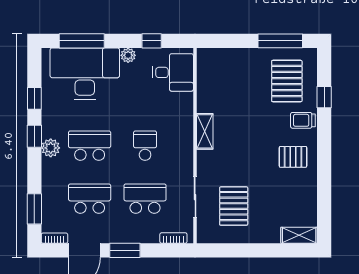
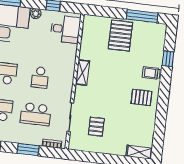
pallet: (287, 81) -> (120, 36), moved
school desk: (145, 146) -> (40, 77), turned 180
school desk: (145, 199) -> (36, 114), turned 180
pallet: (234, 206) -> (96, 127), width x0.67, depth x0.71
window: (125, 250) -> (28, 150), moved

